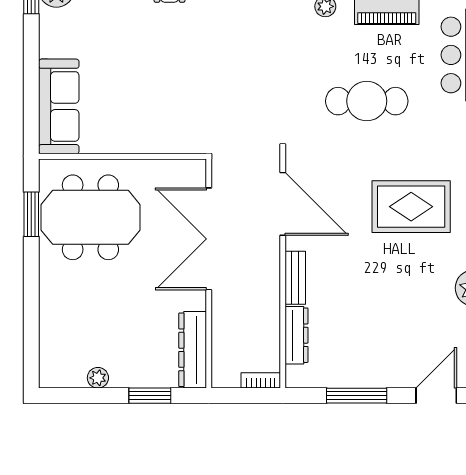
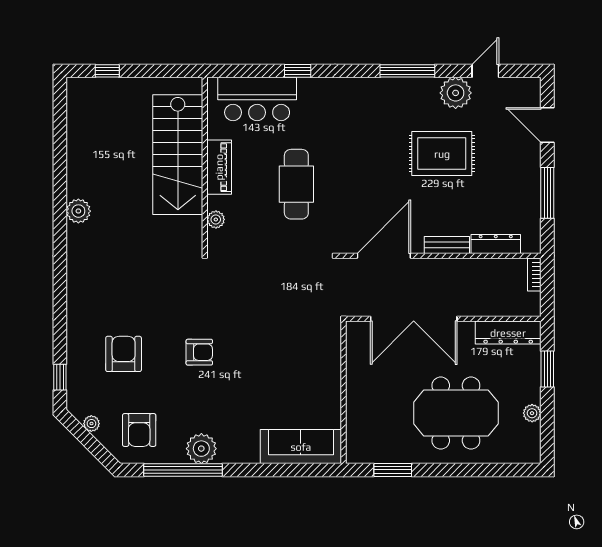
rug: (411, 207) -> (442, 154), moved, turned 90
meeting table: (90, 217) -> (456, 413), moved, turned 90

